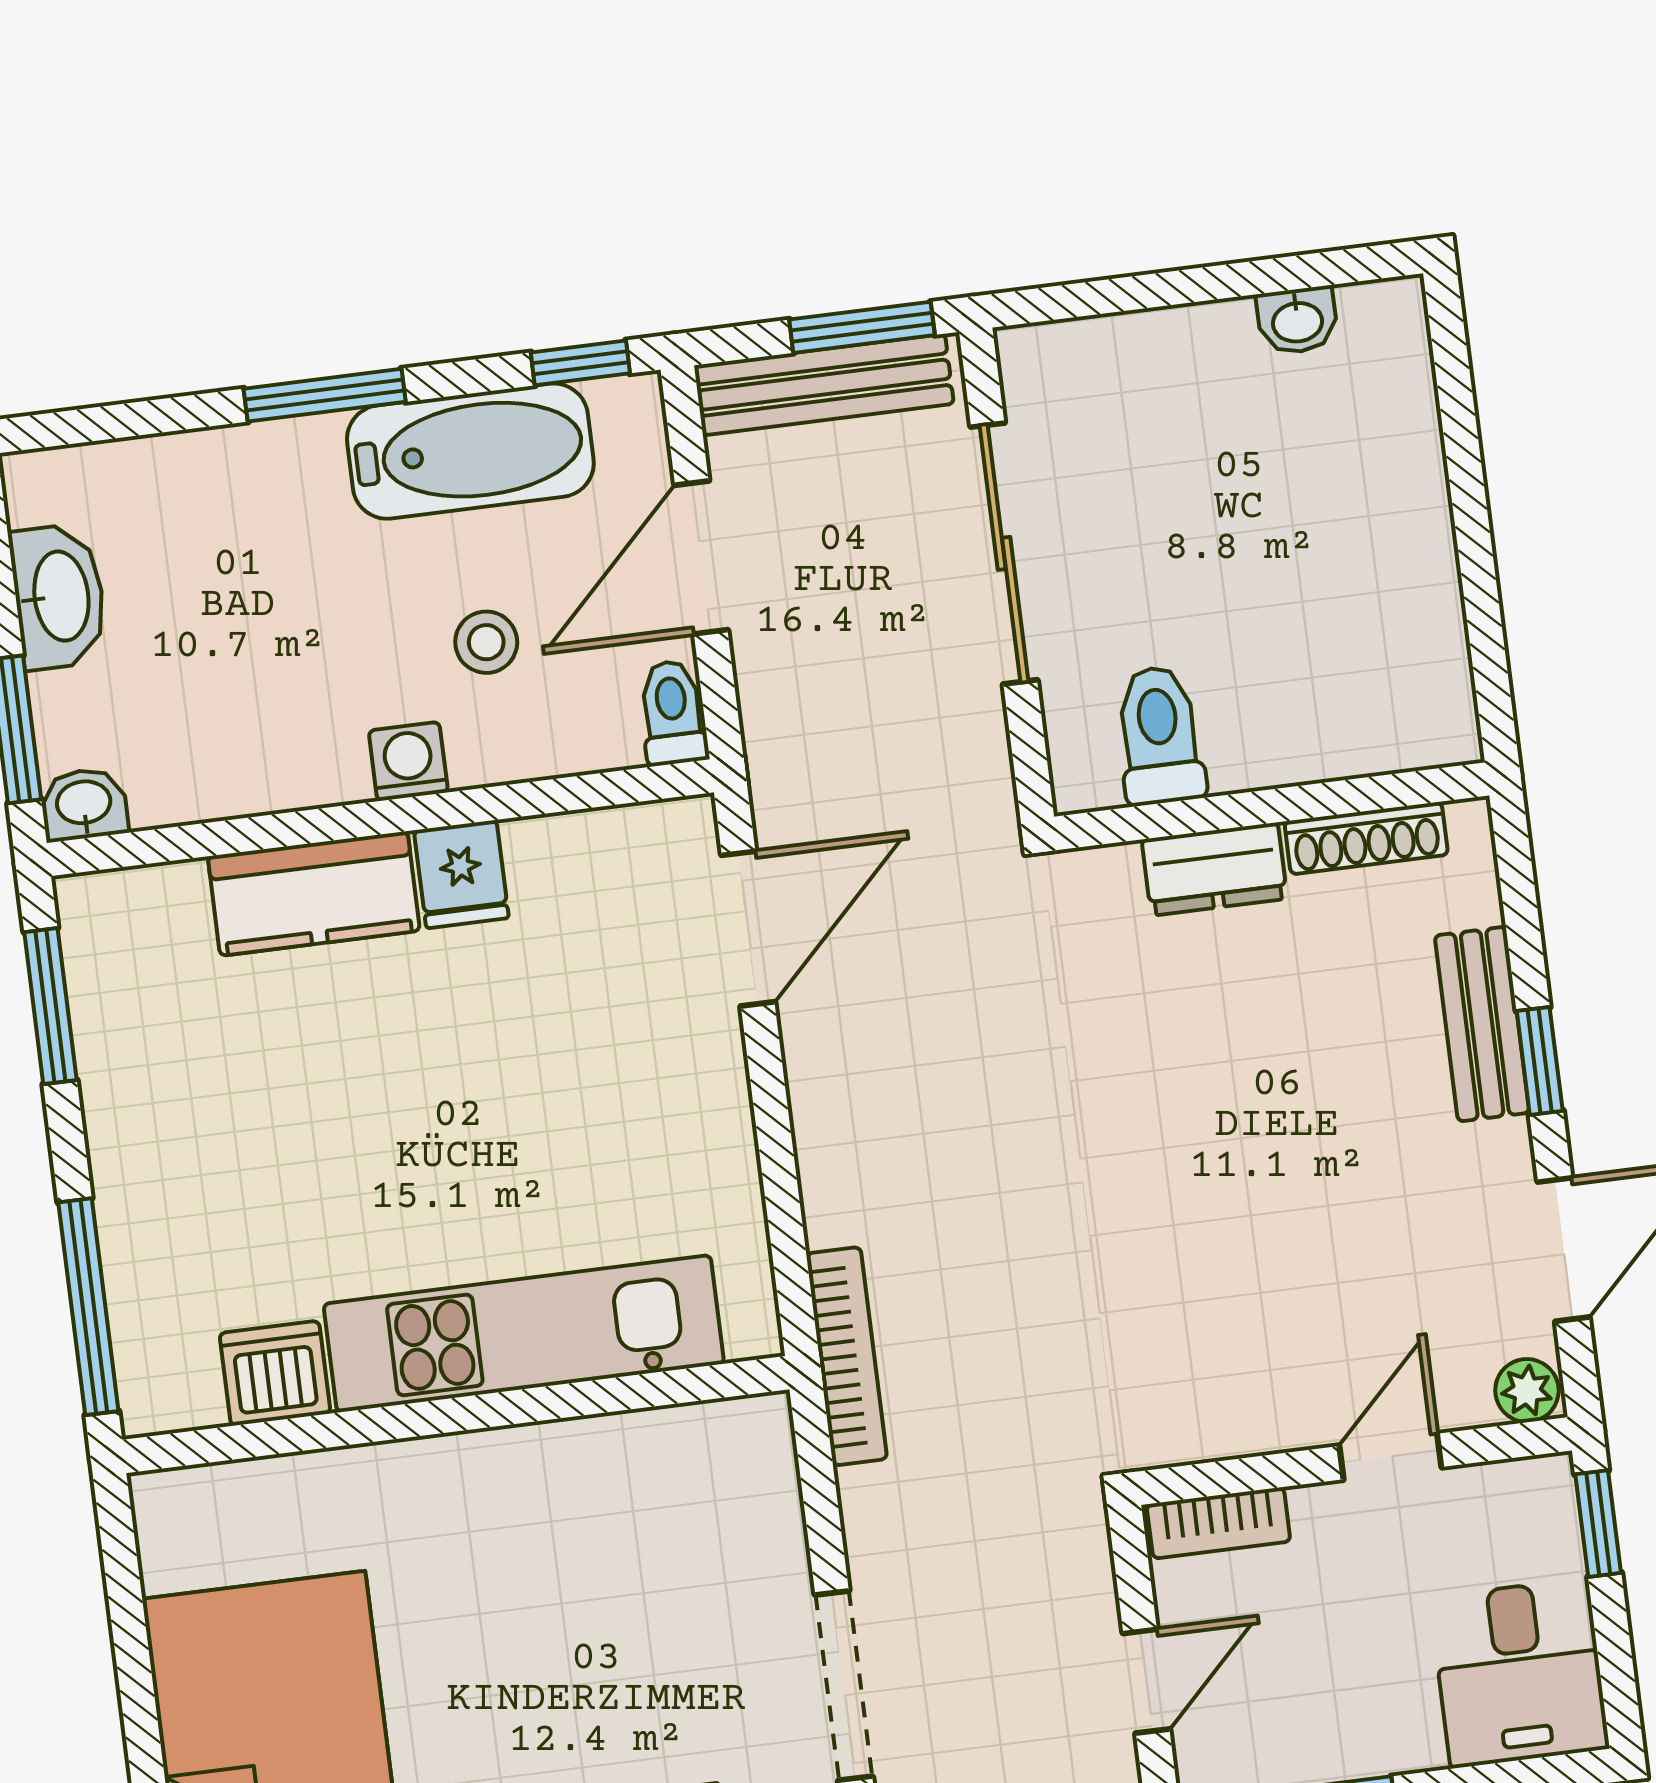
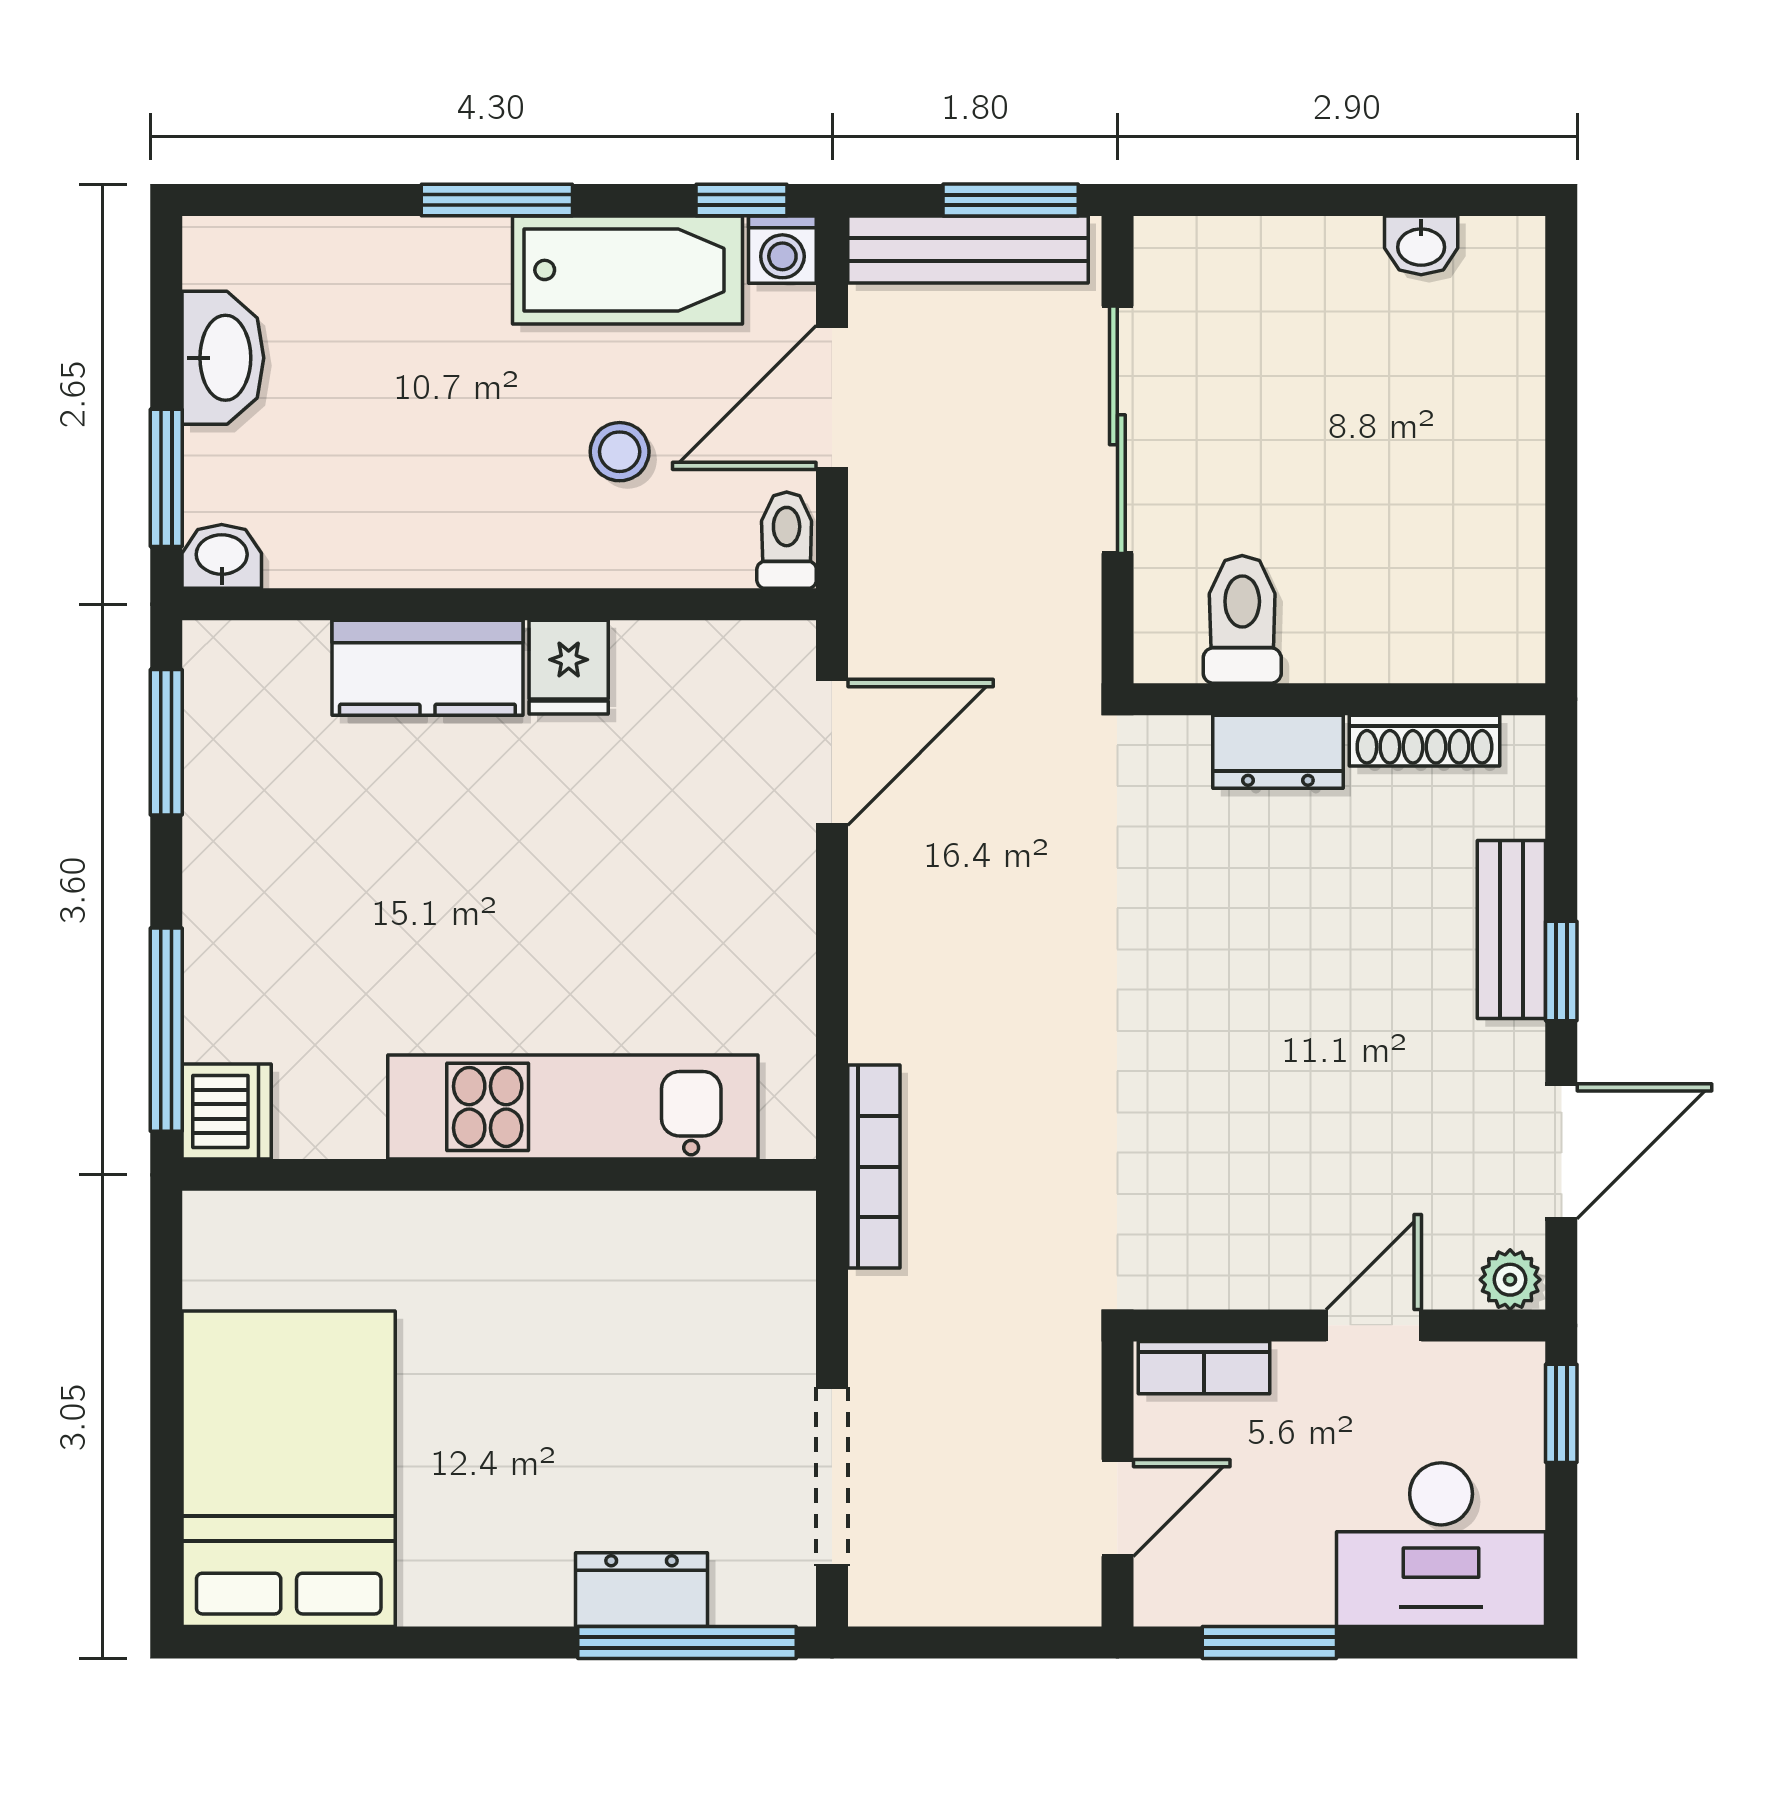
washing machine: (408, 761) -> (782, 250), moved, turned 180
dishwasher: (275, 1373) -> (227, 1111), moved, turned 90
desk: (1519, 1673) -> (1441, 1545), width x1.37

